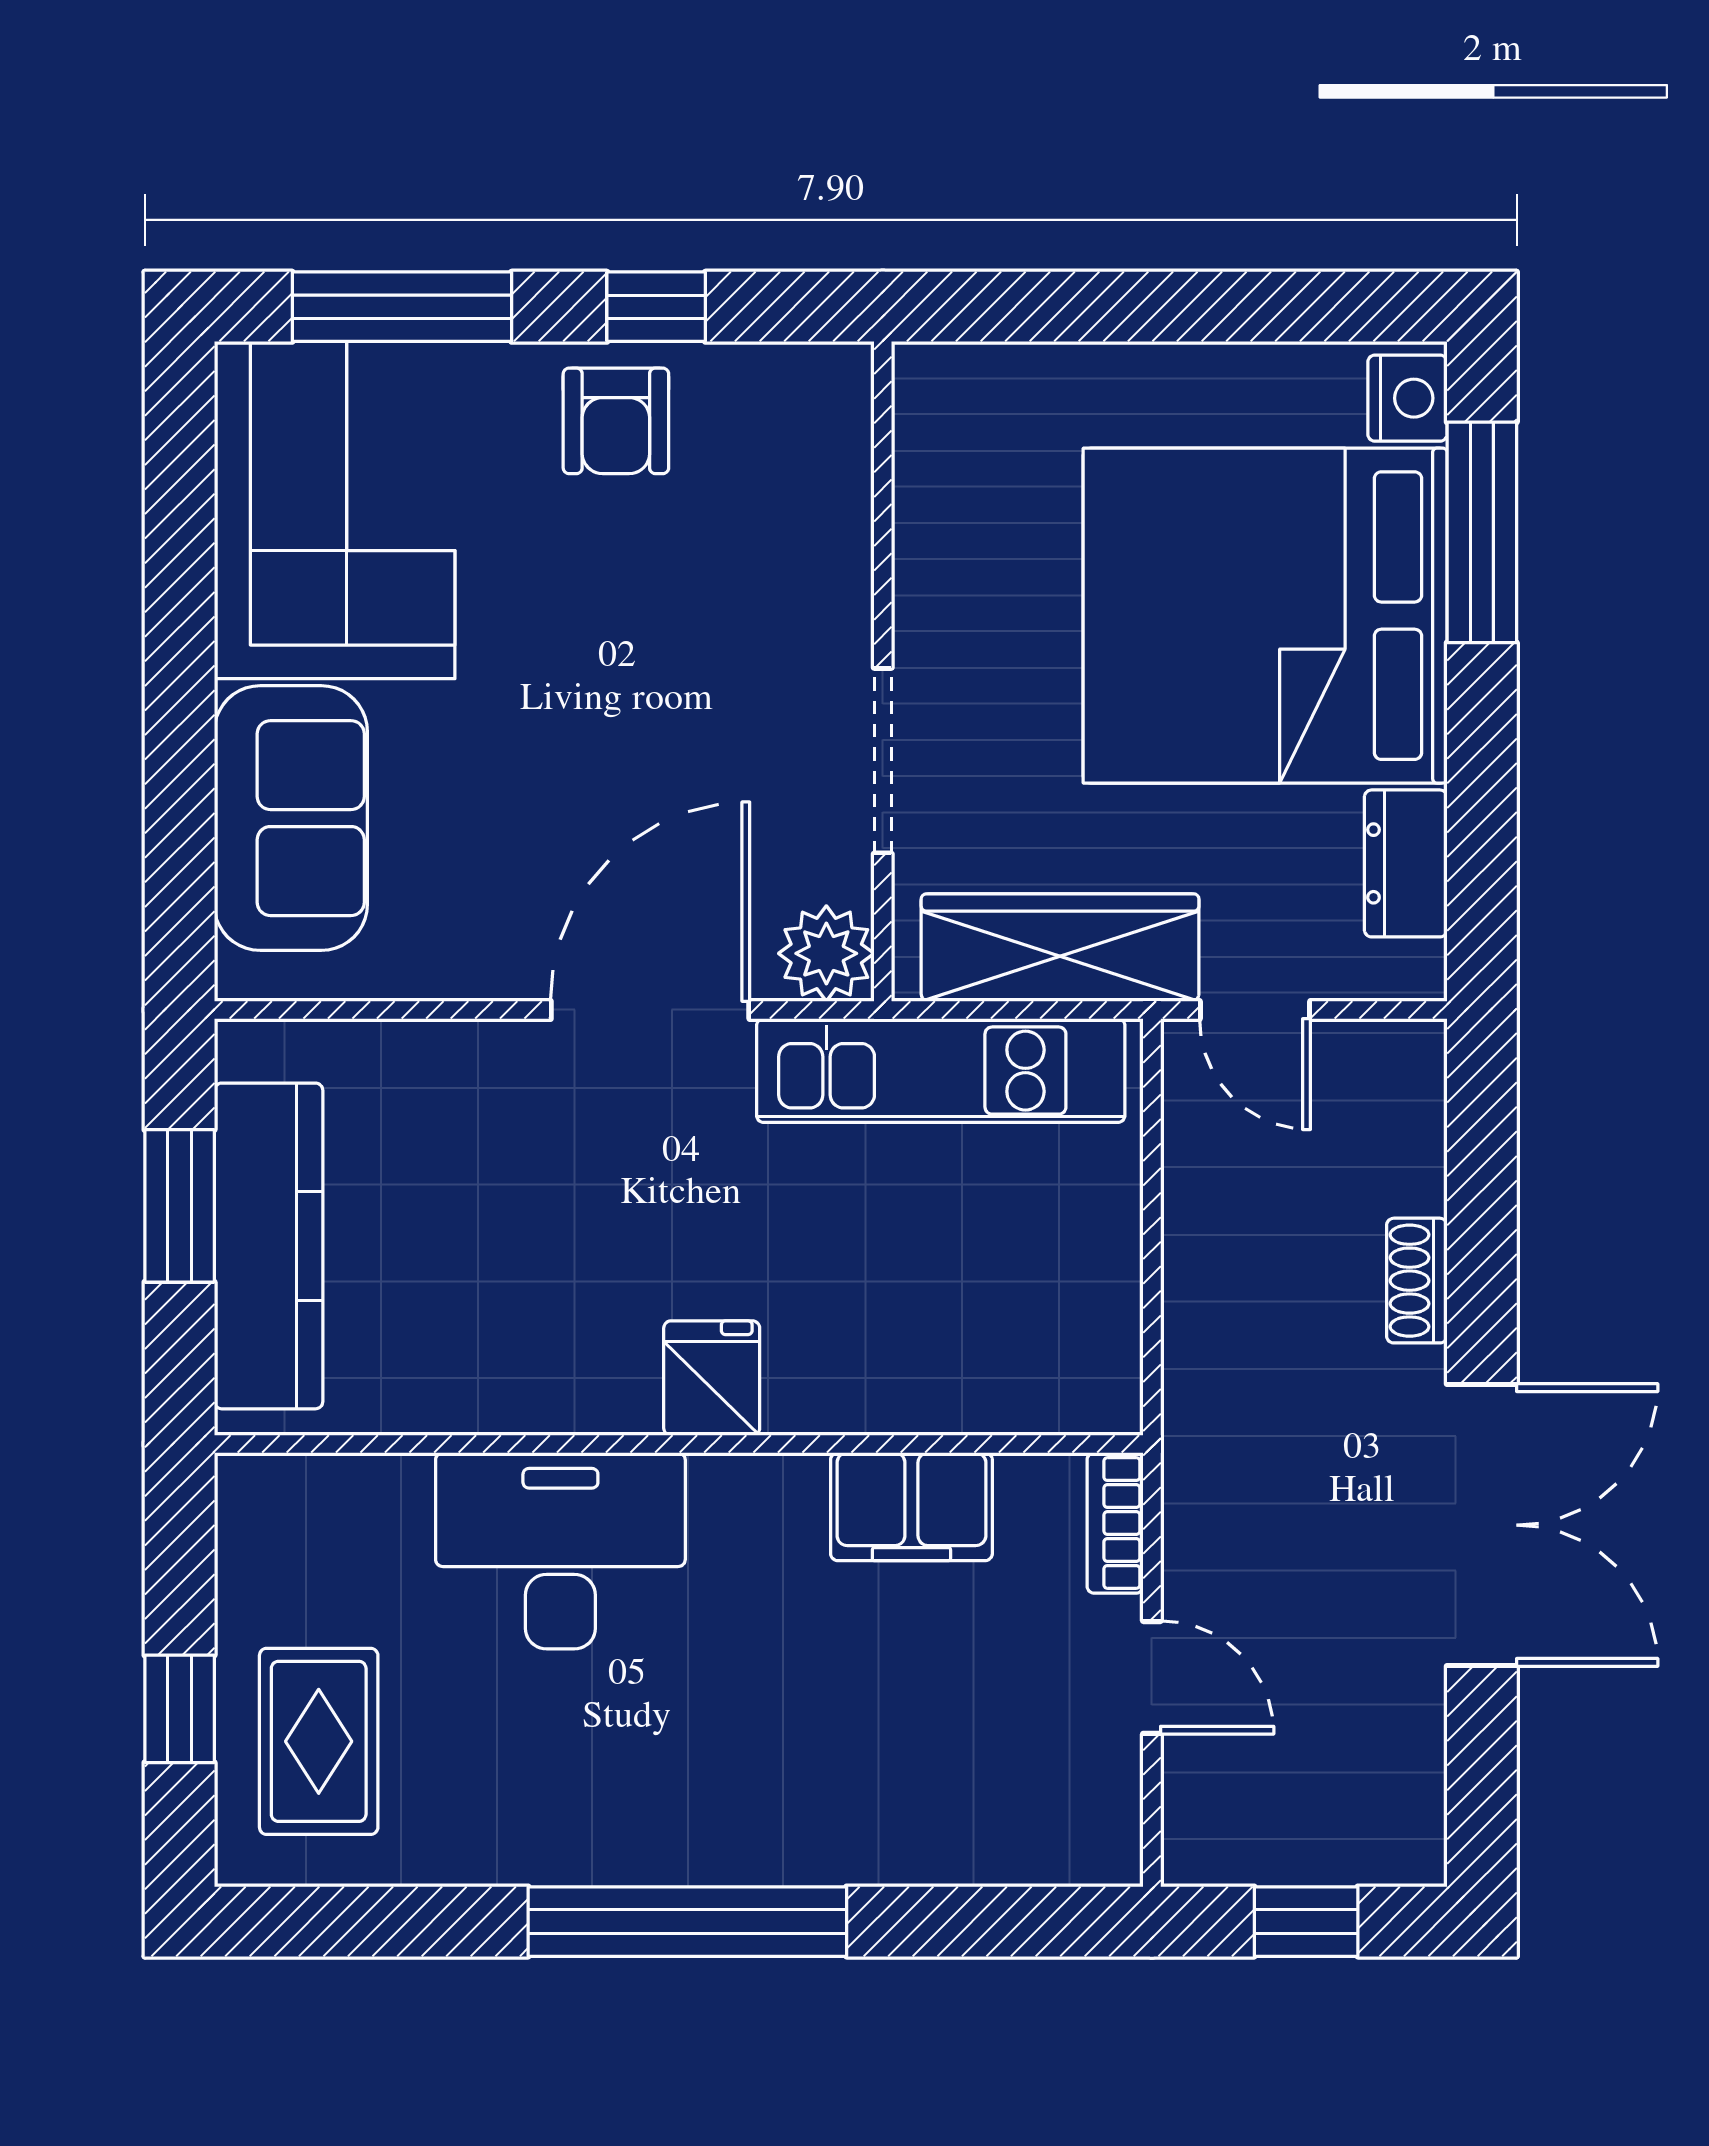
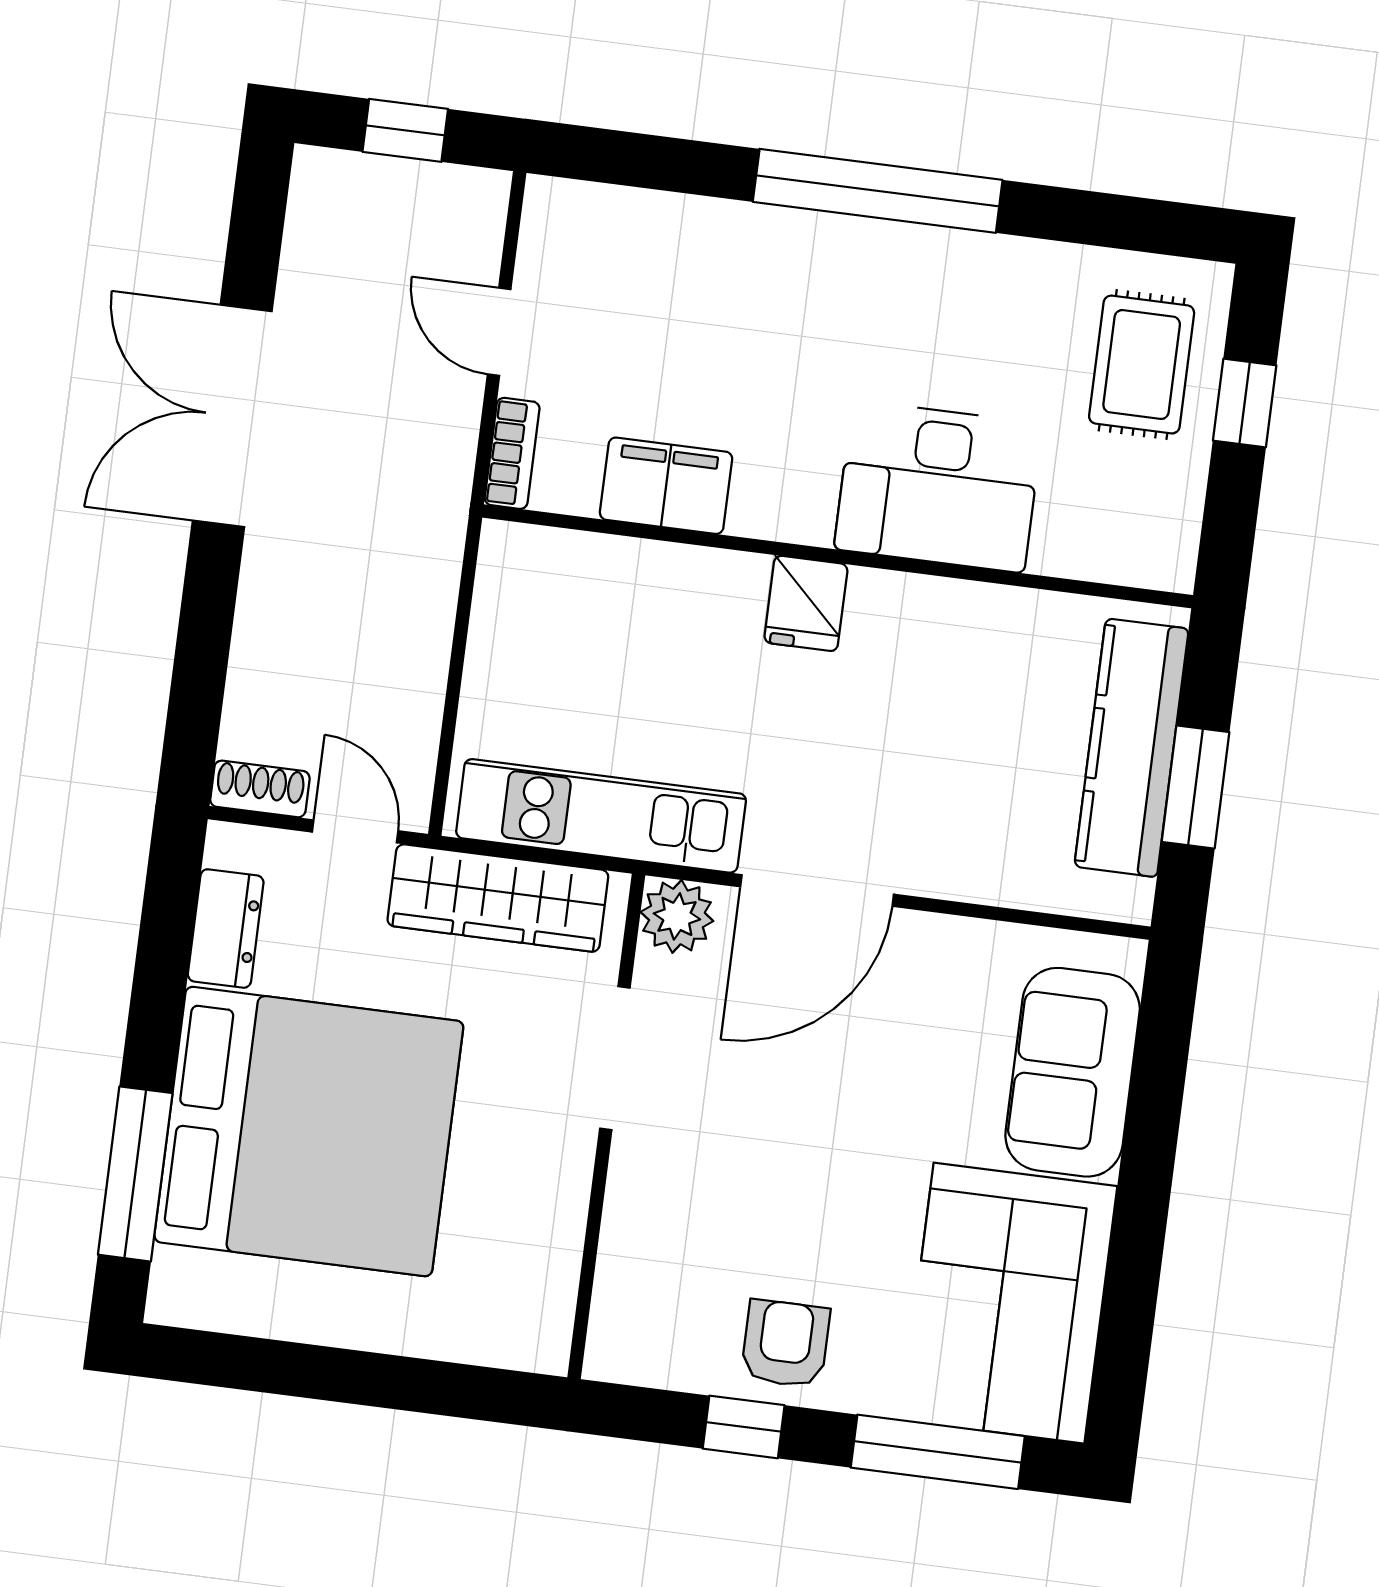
nightstand: (1407, 398) -> (179, 1284), removed
shoe rack: (1417, 1281) -> (260, 789), moved, turned -90

